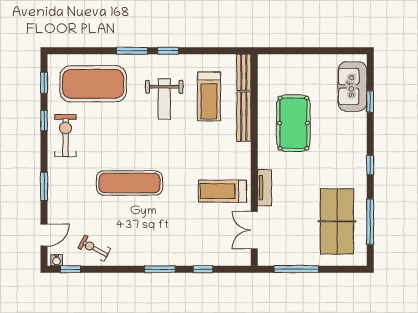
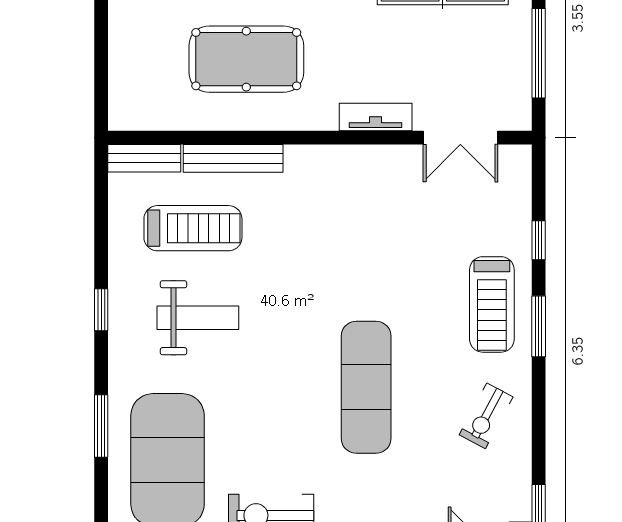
window: (132, 51) -> (101, 426), moved
treadmill: (222, 191) -> (492, 304), moved
exercise bike: (94, 248) -> (486, 416), moved

